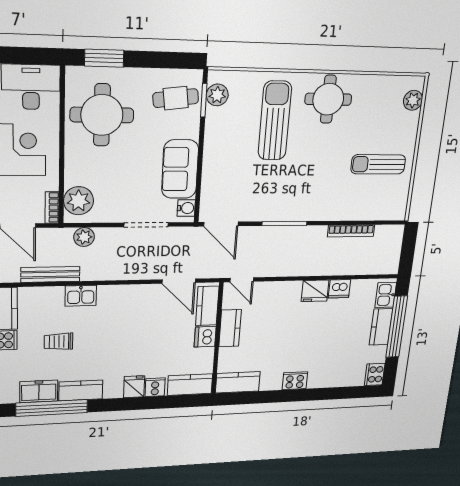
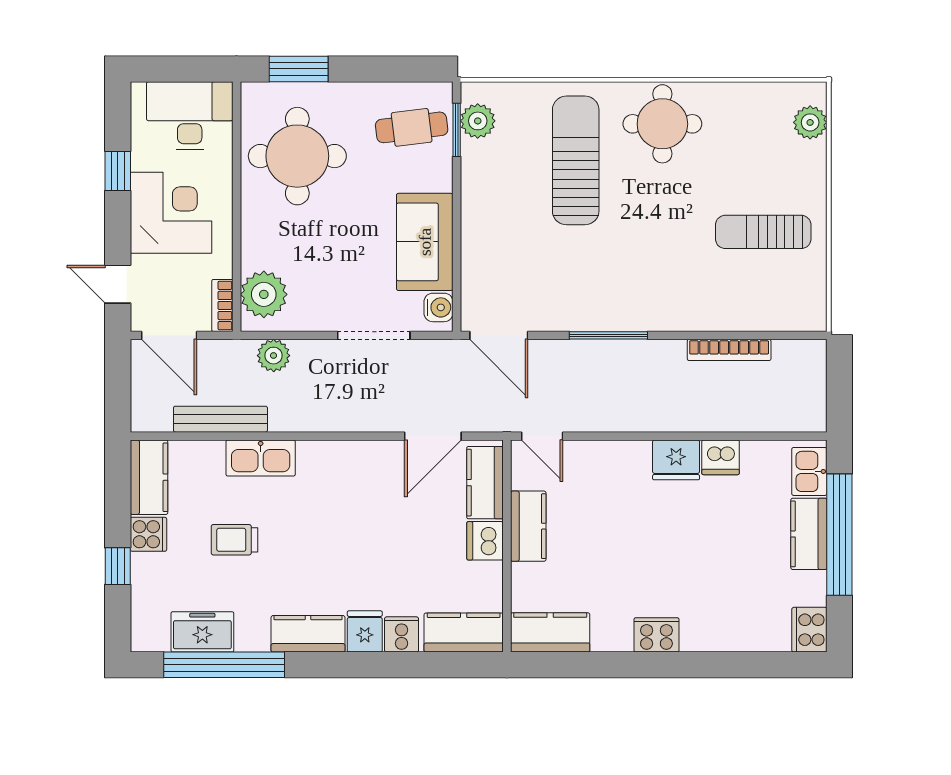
door: (179, 281) -> (433, 436), hinge flipped
kitchen sink: (81, 296) -> (261, 458), width x1.38
kitchen counter: (81, 390) -> (308, 634), moved

